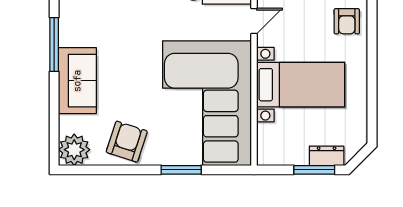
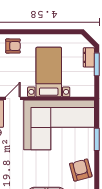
door: (254, 21) -> (13, 98), hinge flipped
armchair: (127, 142) -> (81, 170), turned 57

